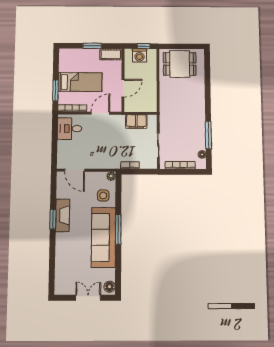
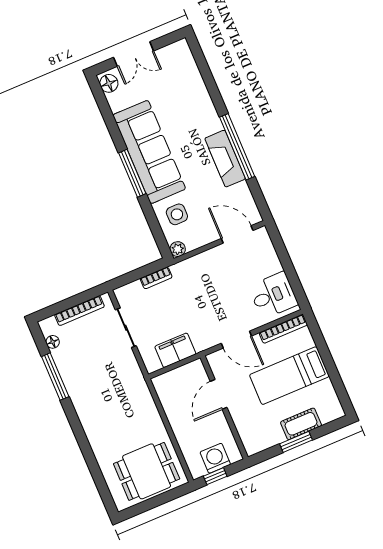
cot: (111, 54) -> (301, 424), moved
window: (55, 90) -> (322, 346), removed
door: (100, 113) -> (236, 340), hinge flipped
window: (53, 219) -> (237, 147), width x2.11

